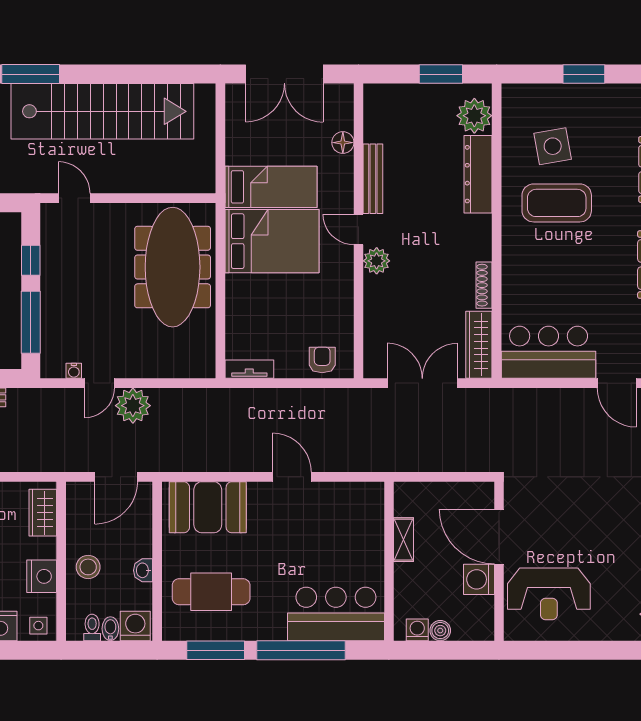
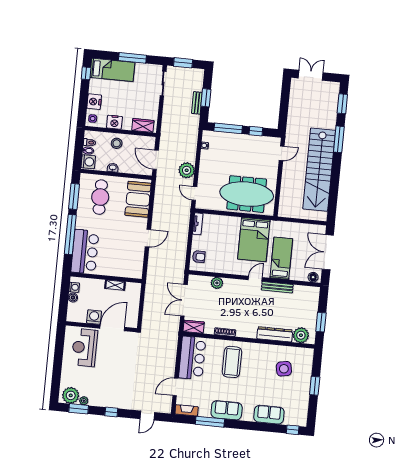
floor lamp: (343, 143) -> (313, 277), moved
bed: (271, 187) -> (281, 258), moved, turned 180
coffee table: (557, 203) -> (232, 362), moved
plant: (377, 261) -> (217, 283), moved
wardrobe: (479, 345) -> (194, 327), width x0.67
door: (99, 383) -> (194, 193), moved
double door: (422, 383) -> (184, 300), swing flipped

